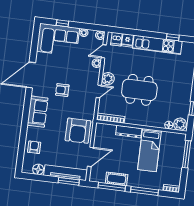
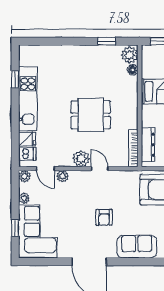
dining table: (139, 90) -> (91, 115), width x0.73
dresser: (129, 132) -> (148, 145), moved

